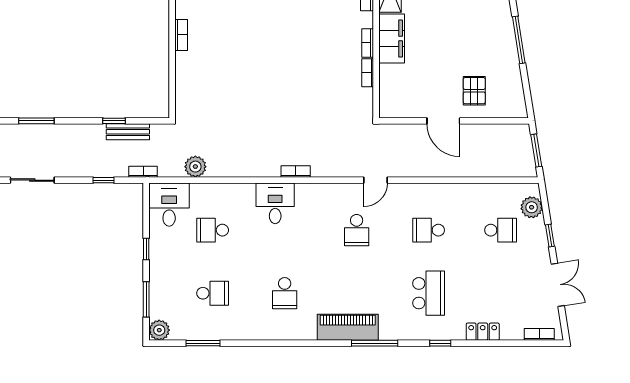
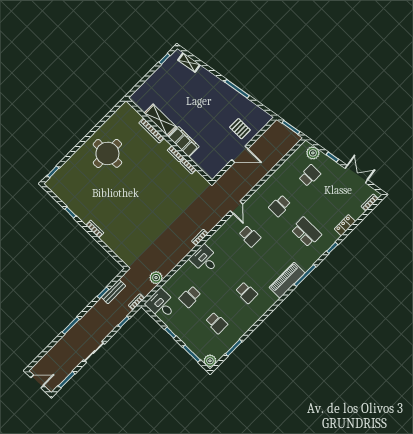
school desk: (213, 293) -> (217, 323), turned 90

